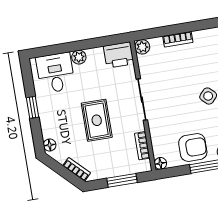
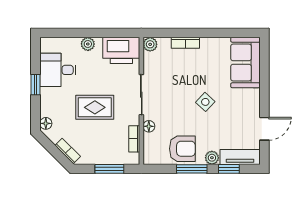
printer: (119, 55) -> (121, 50), width x1.37, depth x1.19
desk: (55, 73) -> (58, 70), moved, turned -90
rug: (97, 120) -> (95, 107), turned 90
floor lamp: (160, 163) -> (149, 126), moved

